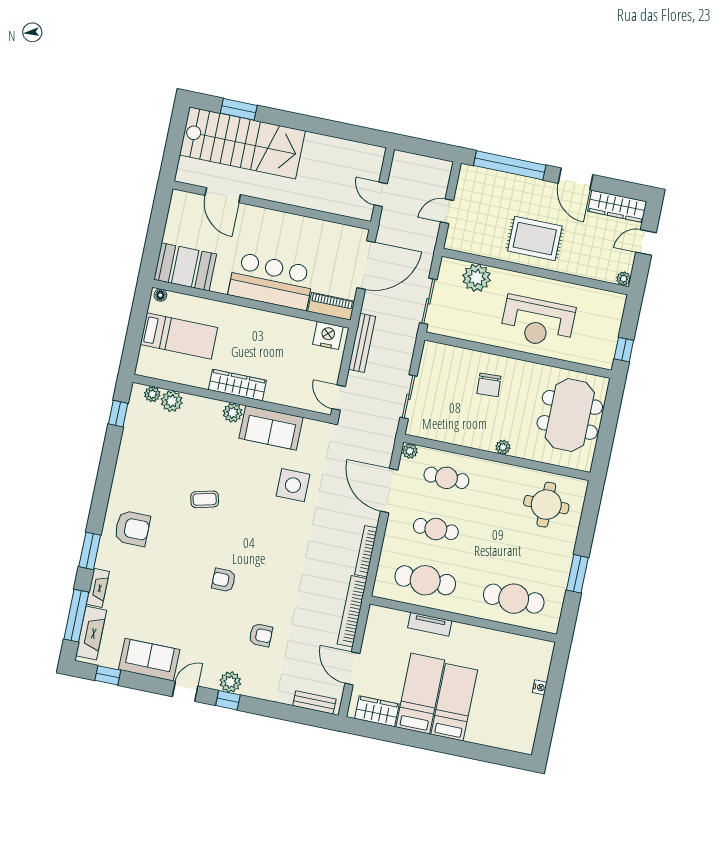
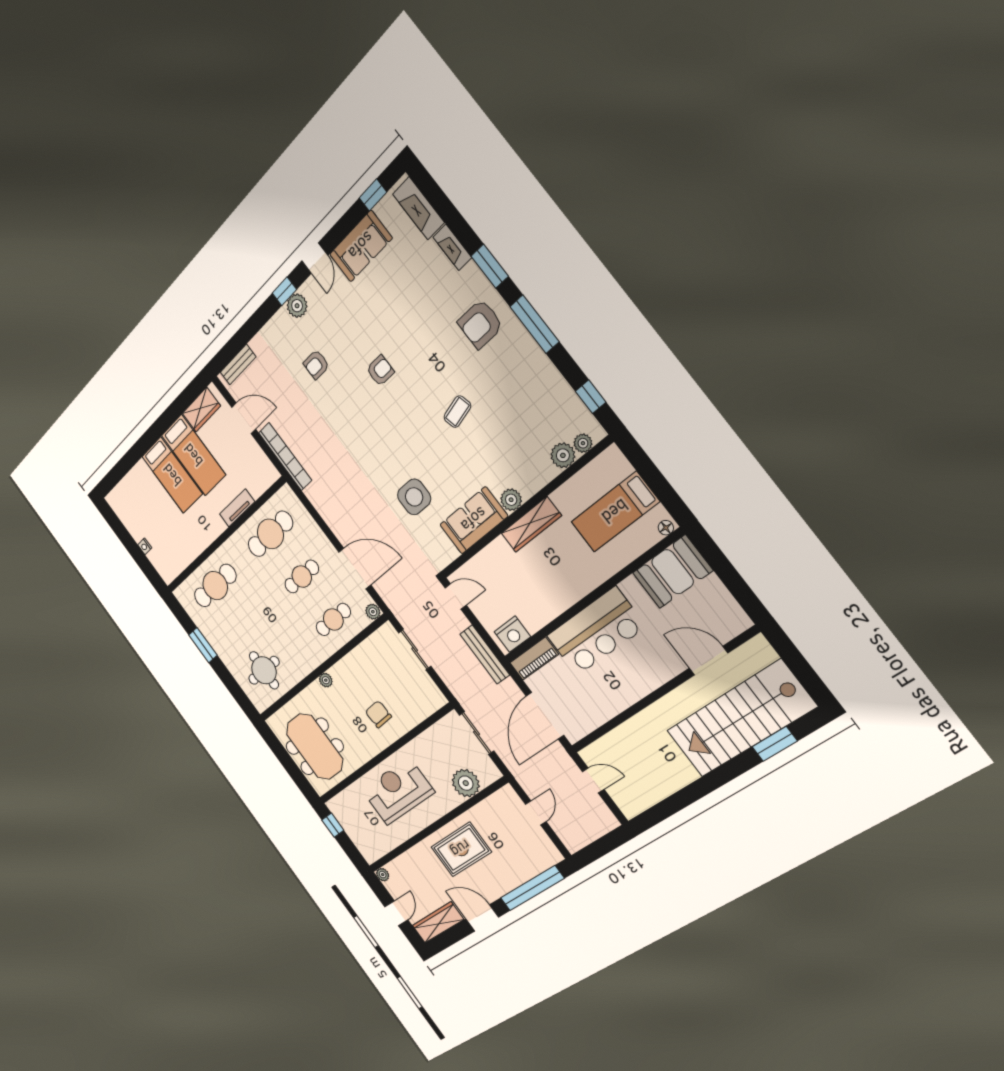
bookcase: (366, 551) -> (322, 509), removed
window: (76, 616) -> (534, 324), moved

